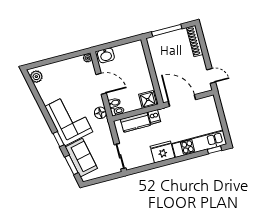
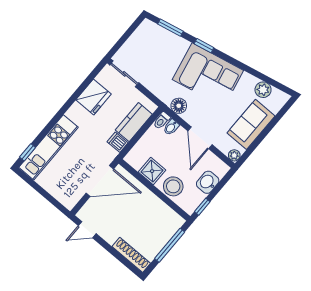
window: (130, 40) -> (202, 207), added
washbasin: (106, 55) -> (208, 182), moved
stool: (139, 65) -> (173, 186), added
plant: (36, 77) -> (263, 90), moved
door: (101, 84) -> (200, 138), hinge flipped
shower: (148, 99) -> (152, 171), moved
fridge: (162, 152) -> (94, 97), moved
sofa: (81, 158) -> (251, 124), moved, turned 102

